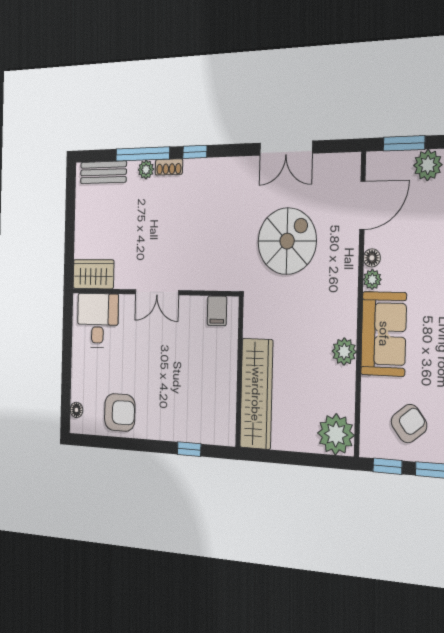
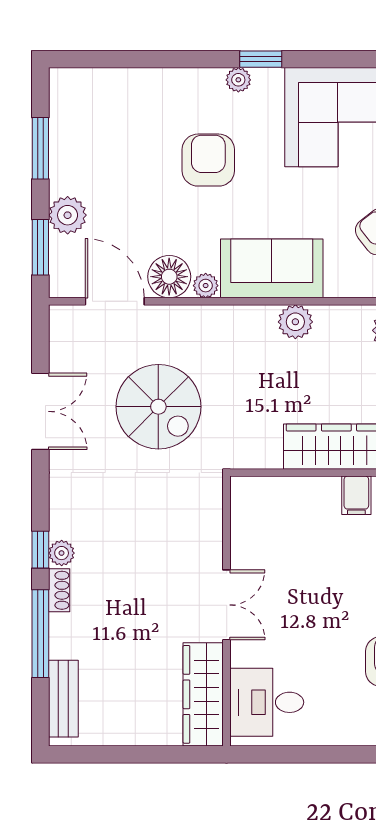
plant: (146, 170) -> (62, 553), moved
spiral stairs: (287, 241) -> (158, 407), turned 180
floor lamp: (372, 258) -> (169, 277), width x1.89, depth x1.89
wardrobe: (93, 274) -> (203, 694), width x1.50
filing cabinet: (217, 311) -> (356, 495), moved, turned 90

